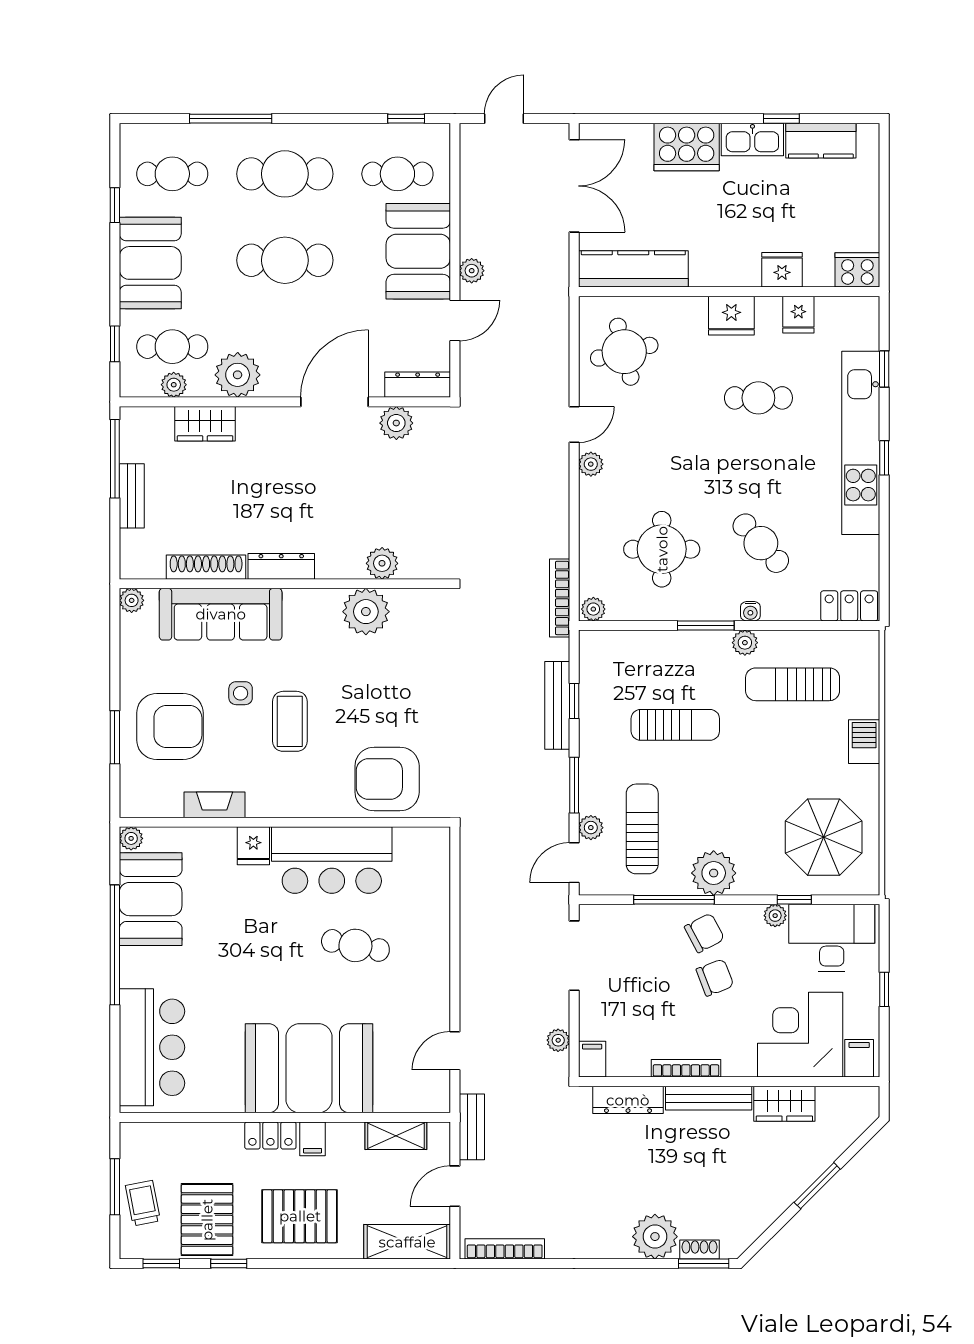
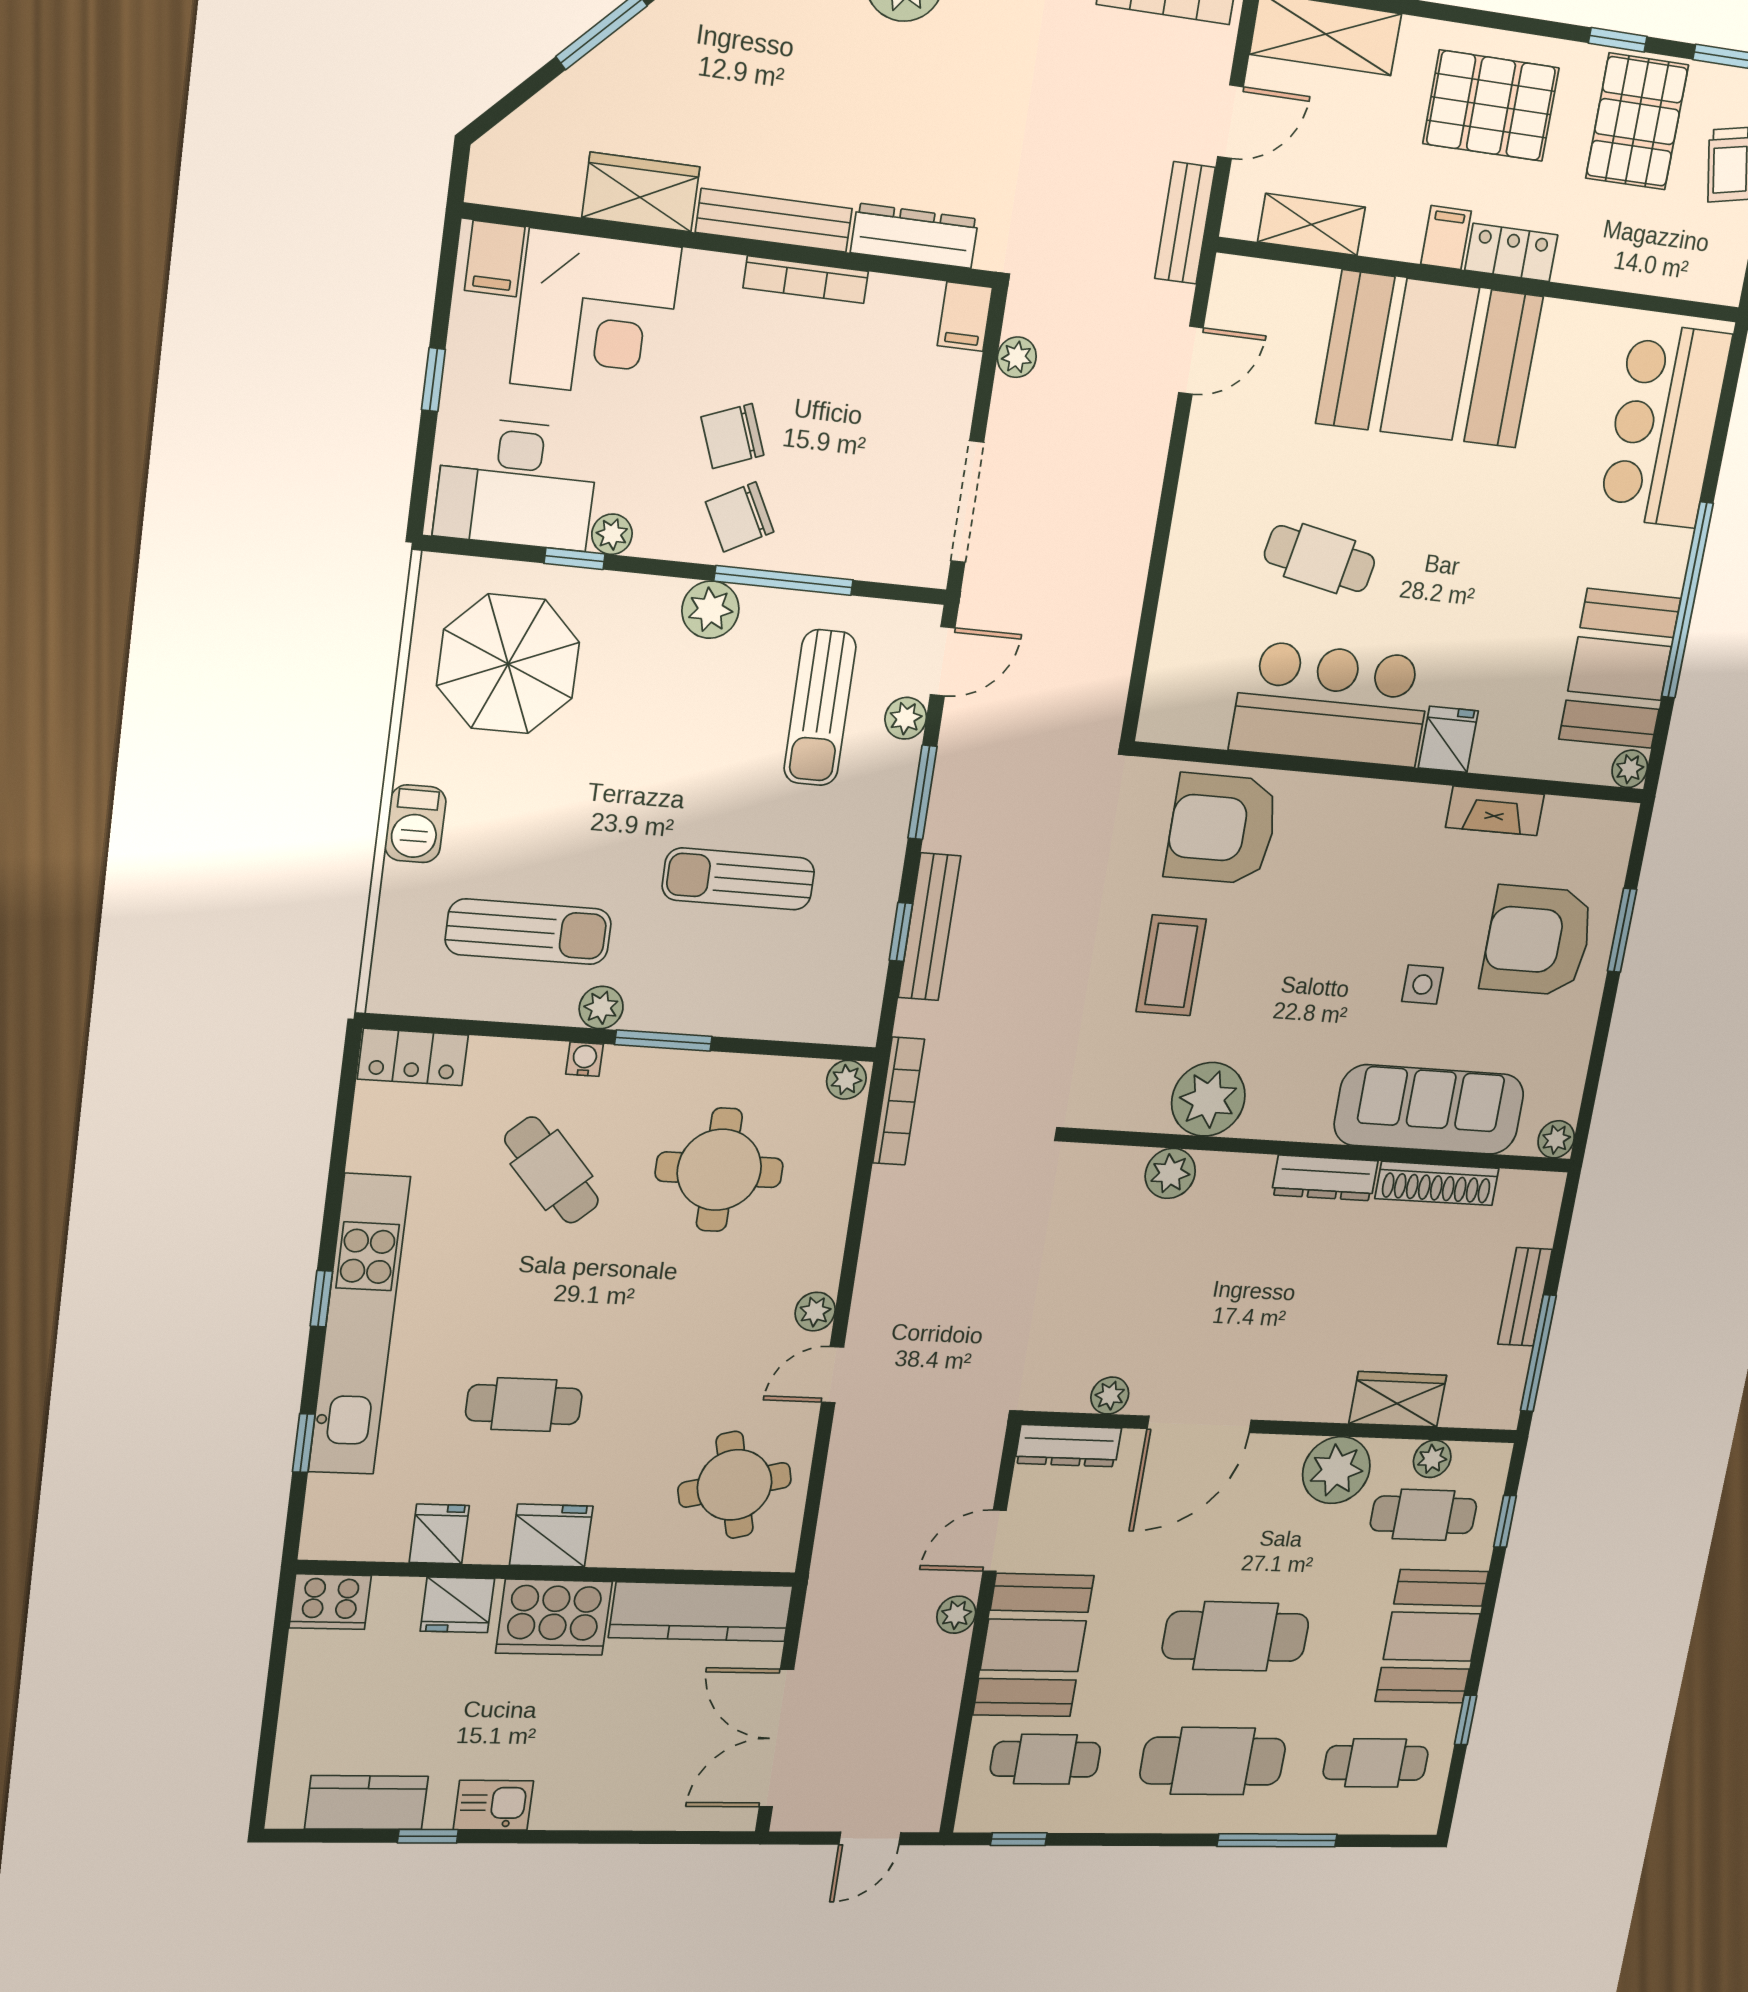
kitchen sink: (752, 139) -> (493, 1805), width x0.73
cooker: (687, 147) -> (554, 1617), moved, turned 180
plant: (396, 423) -> (1110, 1396), width x0.73, depth x0.73
coffee table: (290, 721) -> (1171, 965), moved
armchair: (387, 779) -> (1222, 829), turned 180
plant: (714, 873) -> (710, 610), width x0.73, depth x0.73

